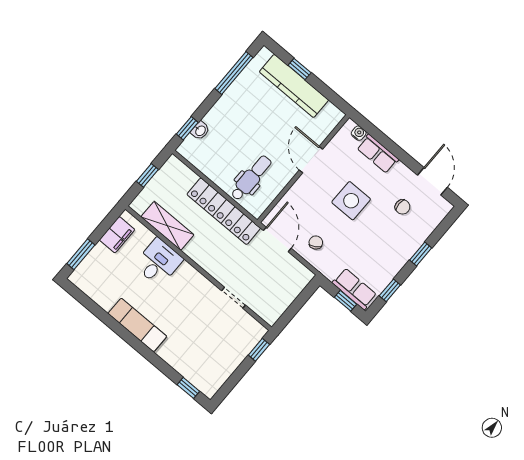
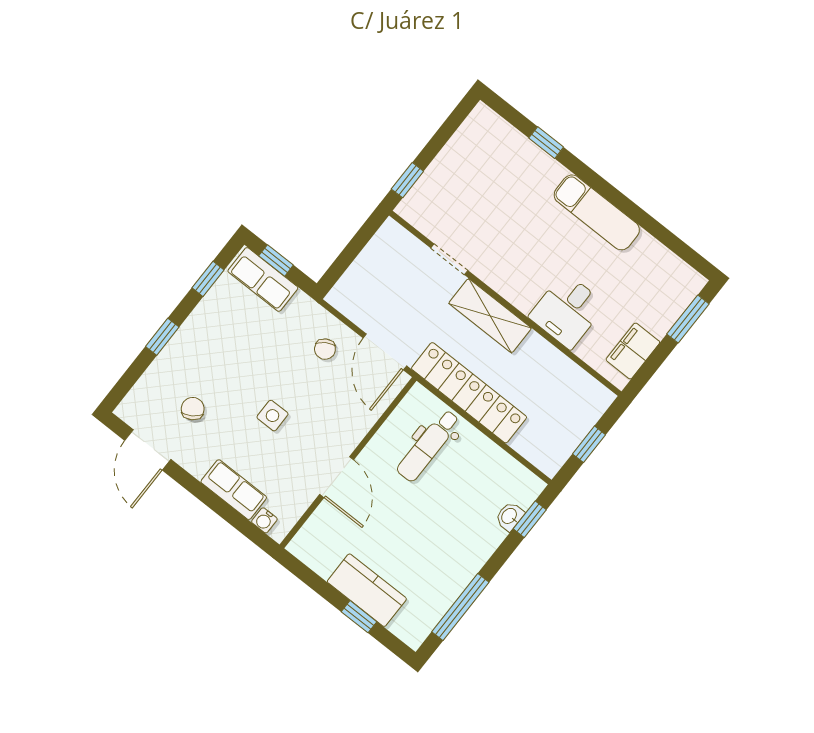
kitchen counter: (294, 86) -> (367, 590), width x0.67
side table: (351, 201) -> (272, 416), width x0.54, depth x0.54
chair: (402, 207) -> (193, 409), turned 57
shelving: (167, 226) -> (490, 316), moved
window: (188, 388) -> (546, 143), moved

